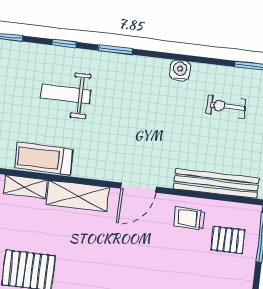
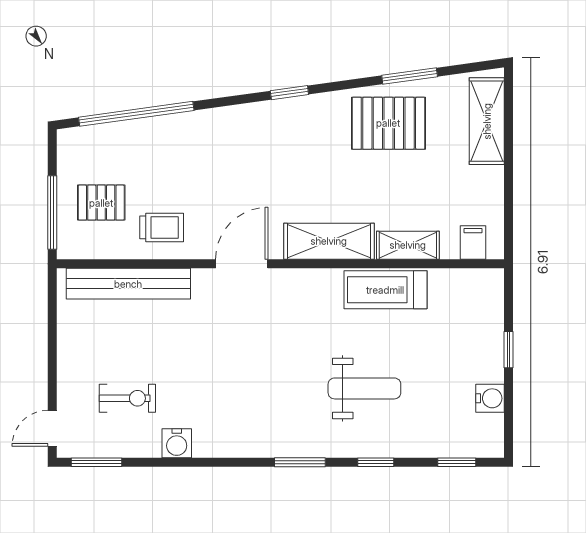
water cooler: (180, 70) -> (177, 443), moved
treadmill: (44, 159) -> (385, 290), turned 180

